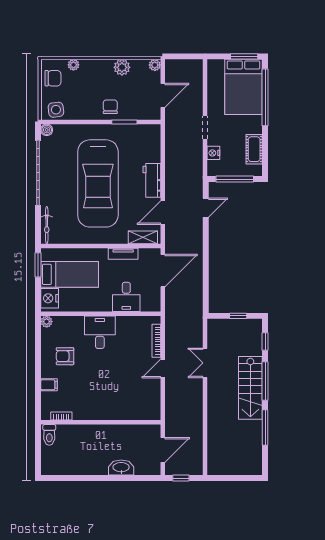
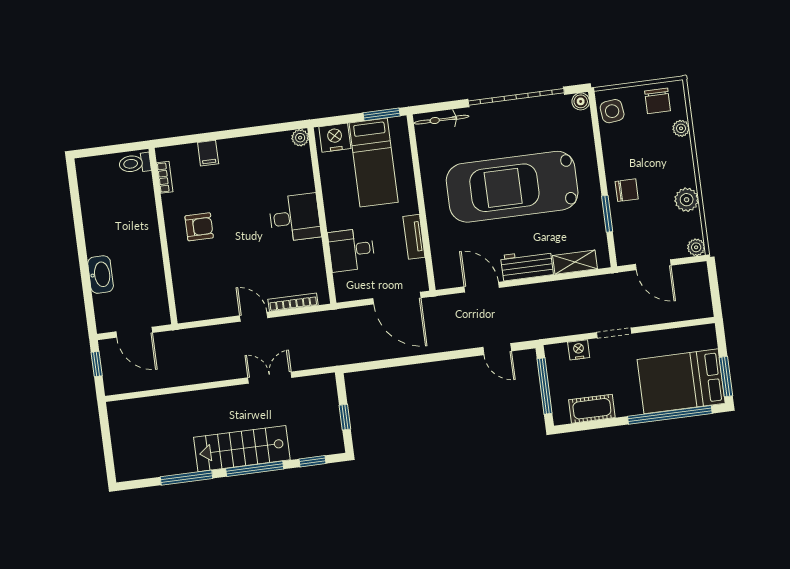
shelving: (143, 237) -> (575, 262), moved, turned 90
armchair: (65, 356) -> (199, 227), moved, turned 90

